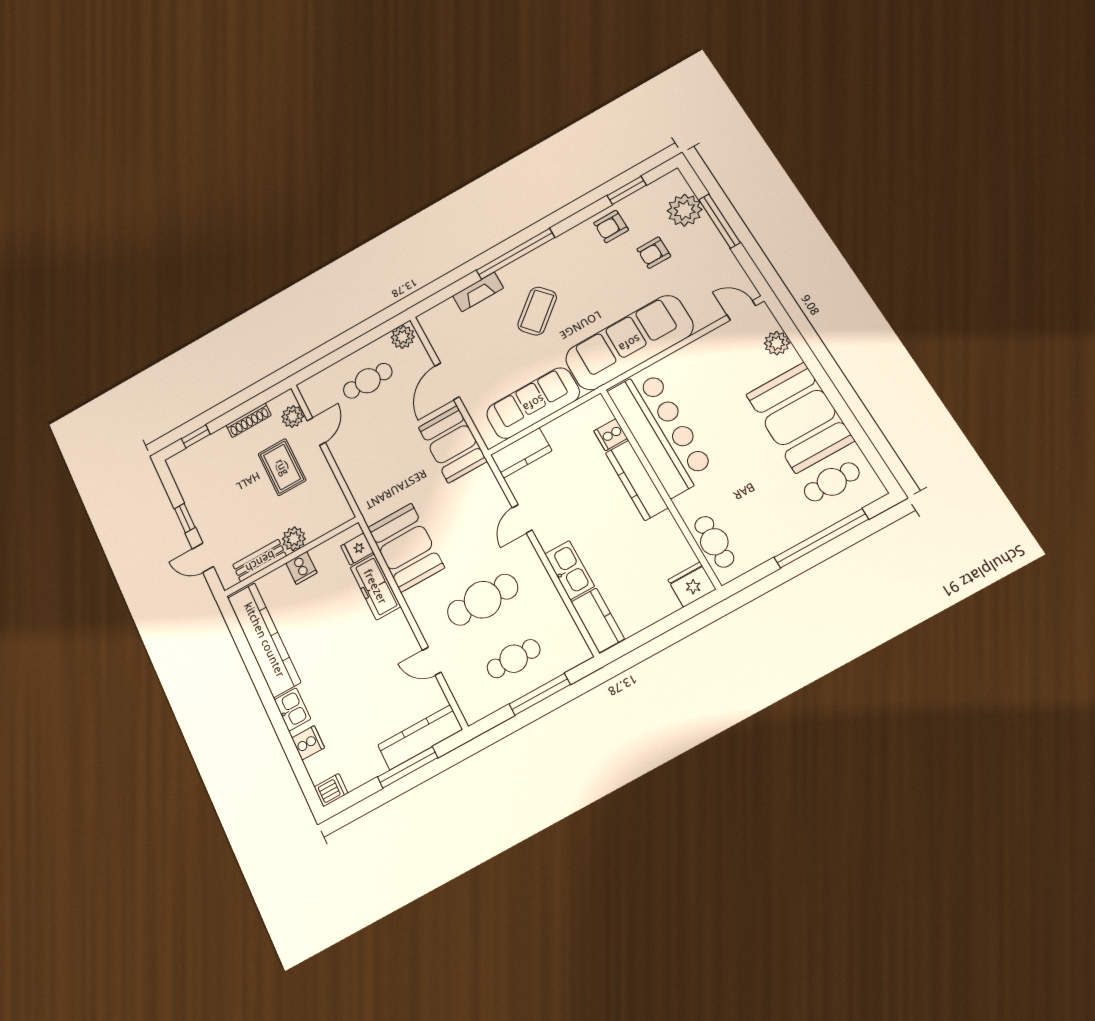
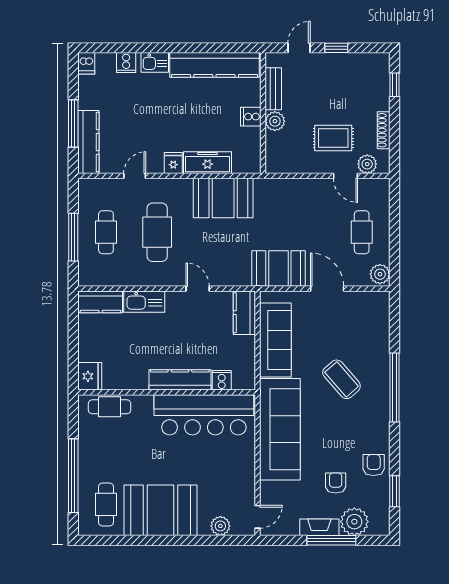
fireplace: (478, 292) -> (319, 527), moved, turned 90
fridge: (357, 549) -> (173, 163), moved

